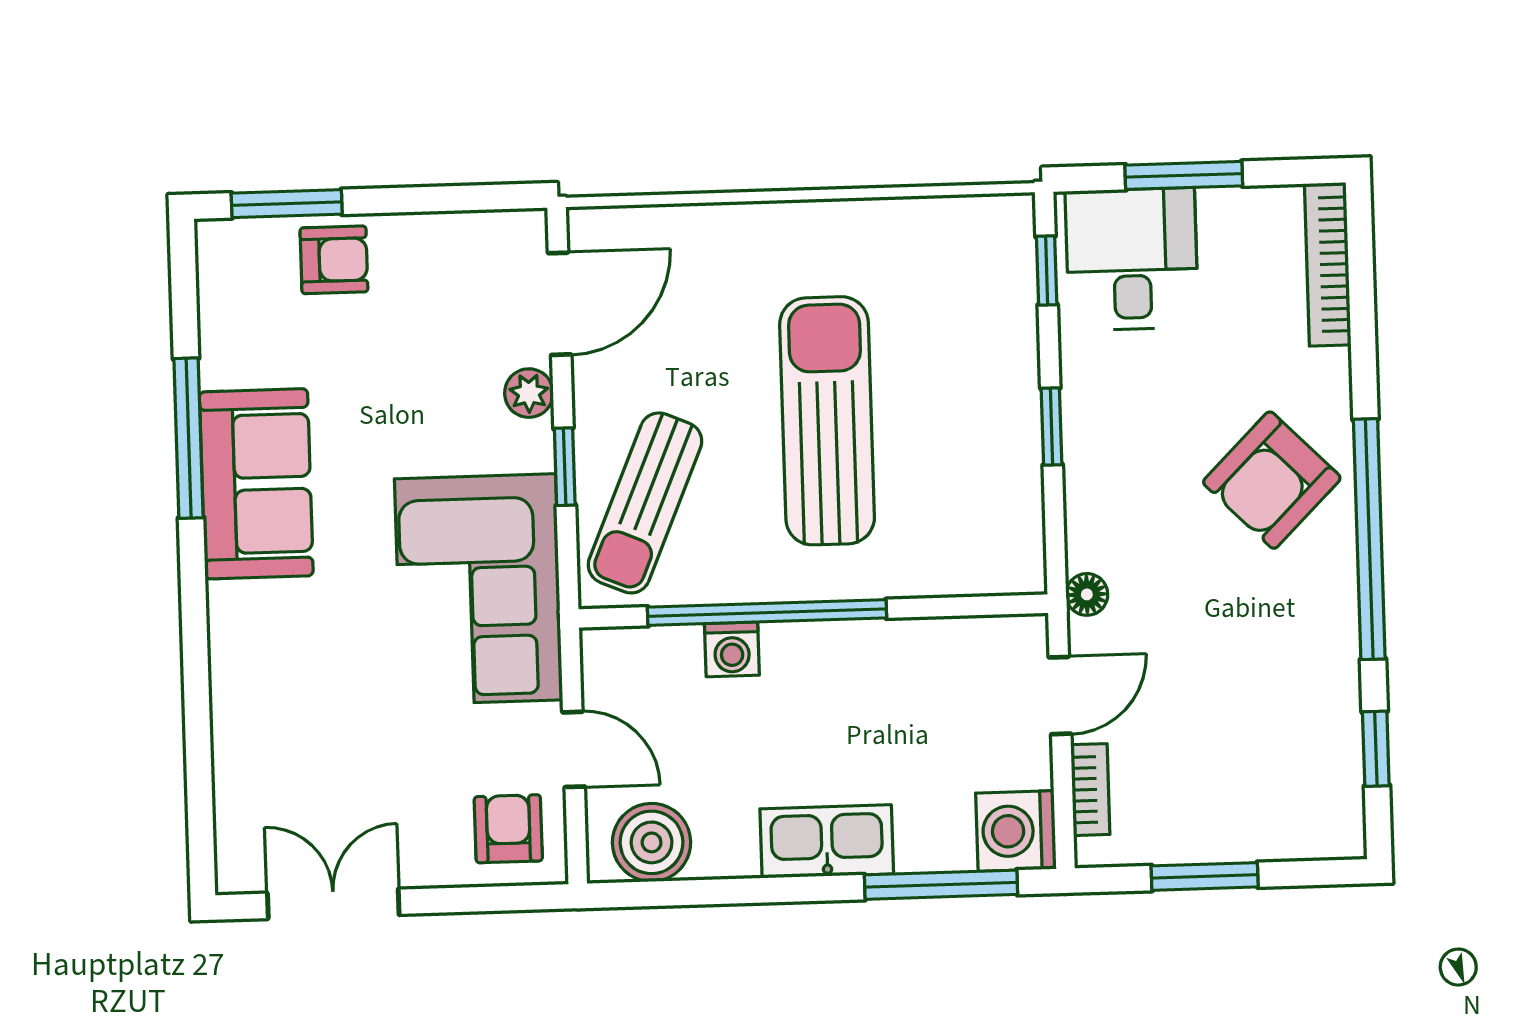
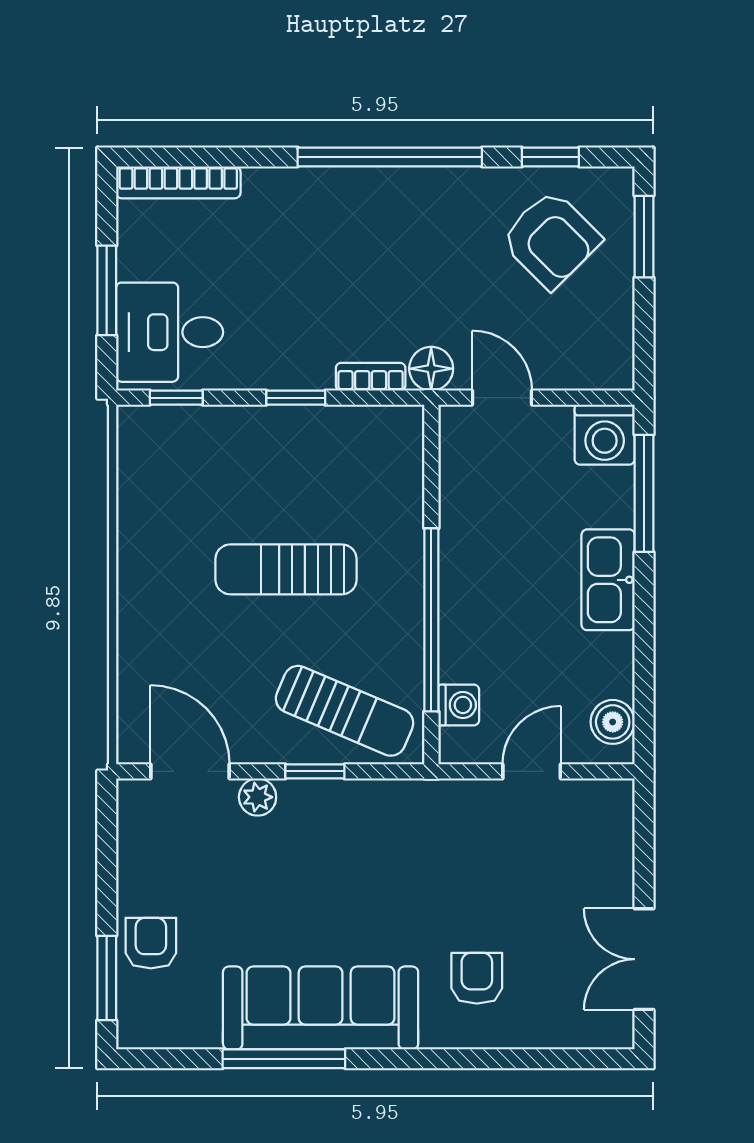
sun lounger: (827, 421) -> (286, 569), width x0.73, depth x0.75
armchair: (1272, 480) -> (551, 239), moved
sofa: (256, 484) -> (321, 1008), width x1.36
corner sofa: (479, 589) -> (407, 840), removed
floor lamp: (1087, 594) -> (431, 369), width x1.37, depth x1.37
washing machine: (732, 649) -> (459, 705), moved
bookcase: (1090, 790) -> (371, 377), moved
armchair: (508, 829) -> (477, 978), moved, turned 90
boiler: (652, 842) -> (613, 722), width x0.73, depth x0.73
window: (1205, 876) -> (644, 237), moved

